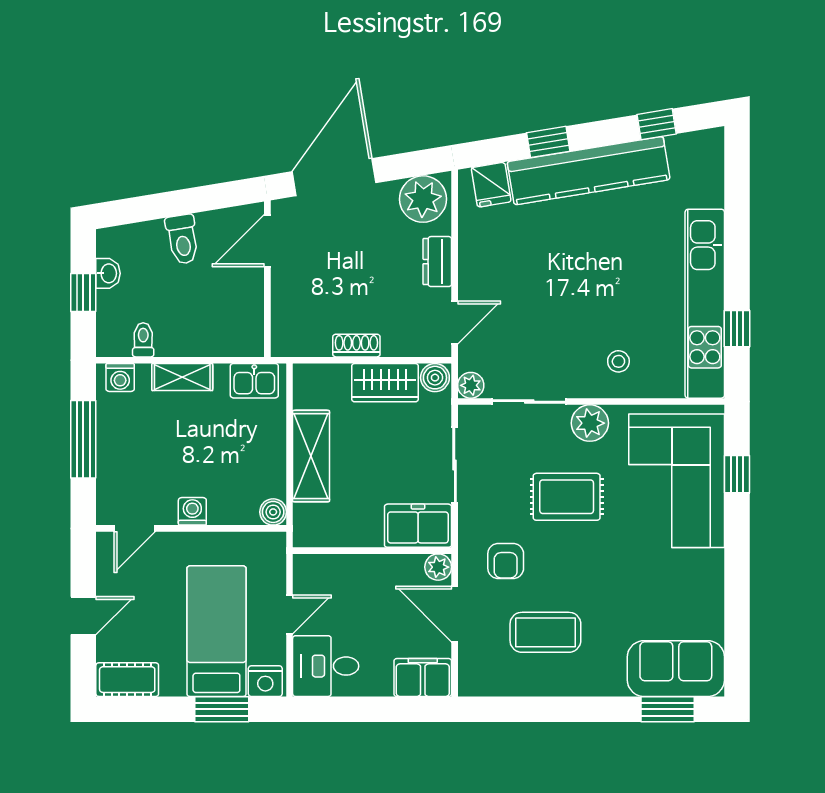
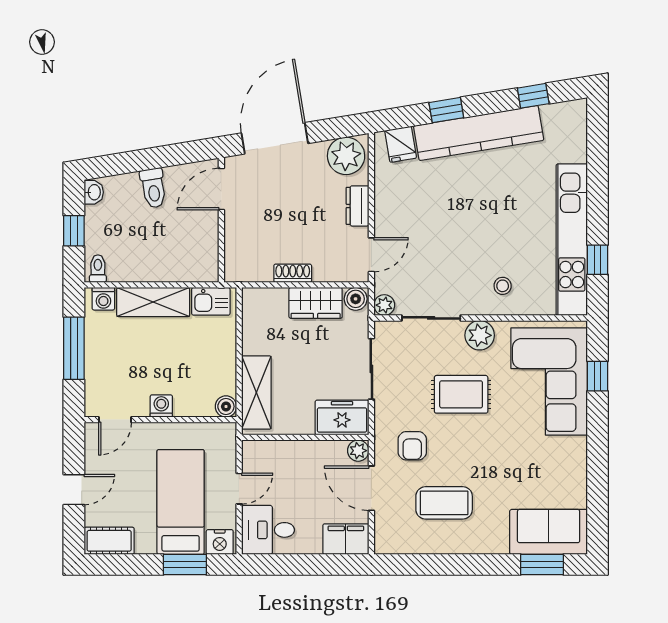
washbasin: (108, 273) -> (94, 192), moved
toilet: (143, 340) -> (98, 269), moved
shelving: (182, 377) -> (153, 302), width x1.50, depth x1.33
shelving: (311, 456) -> (256, 392), moved

